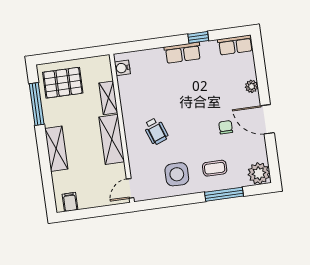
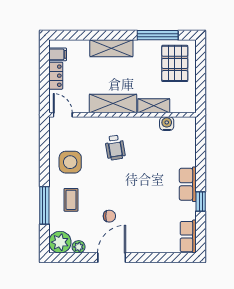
water cooler: (122, 68) -> (167, 124), moved
plant: (252, 86) -> (79, 247), moved
wheelchair: (156, 131) -> (115, 148), turned -79
locker: (92, 201) -> (56, 76), added

